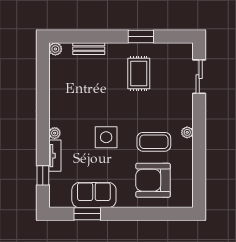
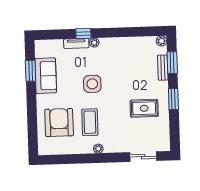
window: (83, 37) -> (172, 63), added
window: (141, 37) -> (173, 99), moved
window: (43, 175) -> (83, 34), moved

